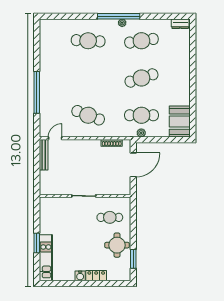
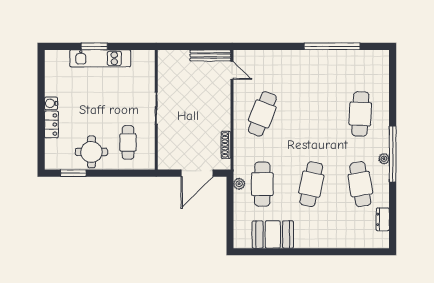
dresser: (180, 24) -> (383, 219), moved
cafe table: (141, 78) -> (311, 184), turned 30
window: (37, 92) -> (332, 46), moved
booth: (180, 122) -> (273, 234), moved
door: (133, 165) -> (197, 173), hinge flipped
kitchen unit: (46, 258) -> (100, 58), moved

